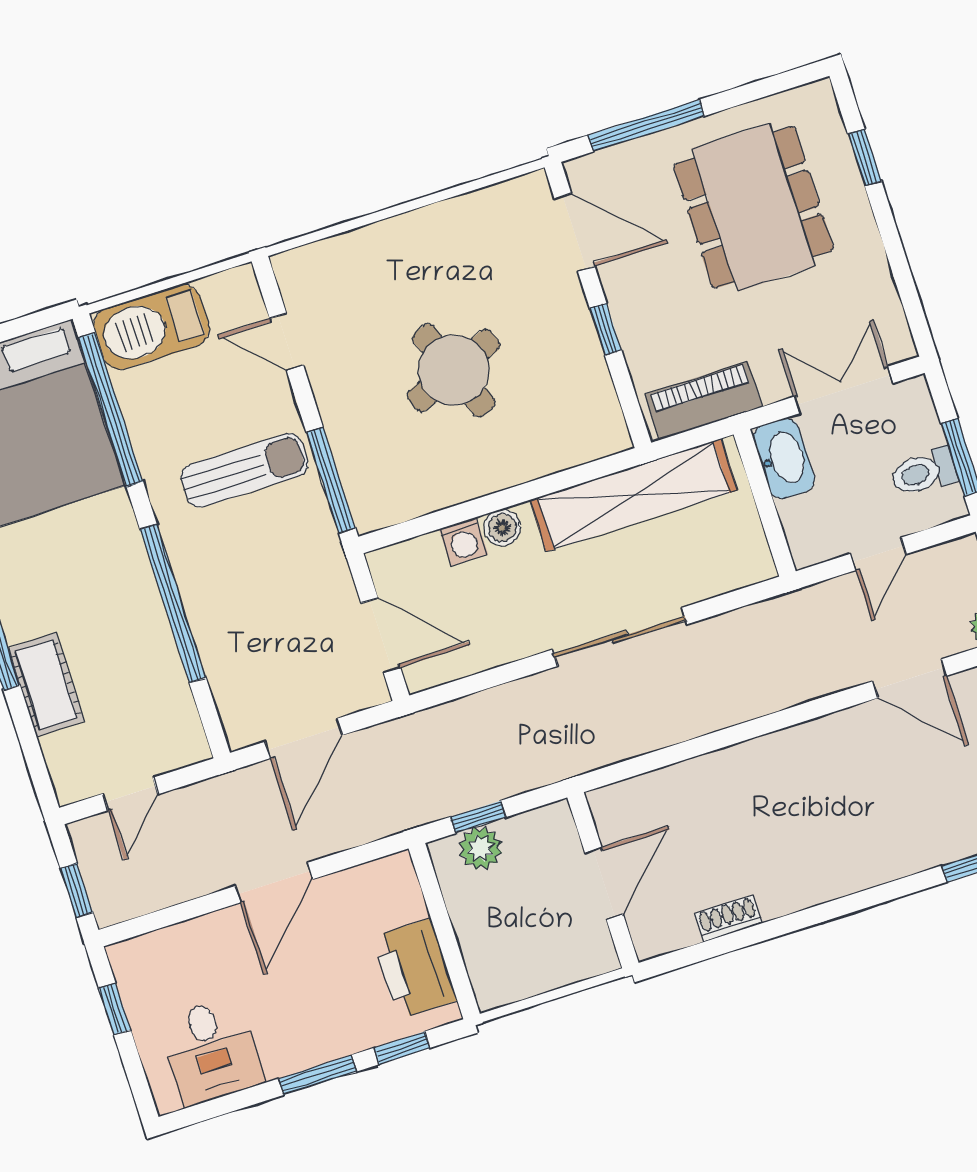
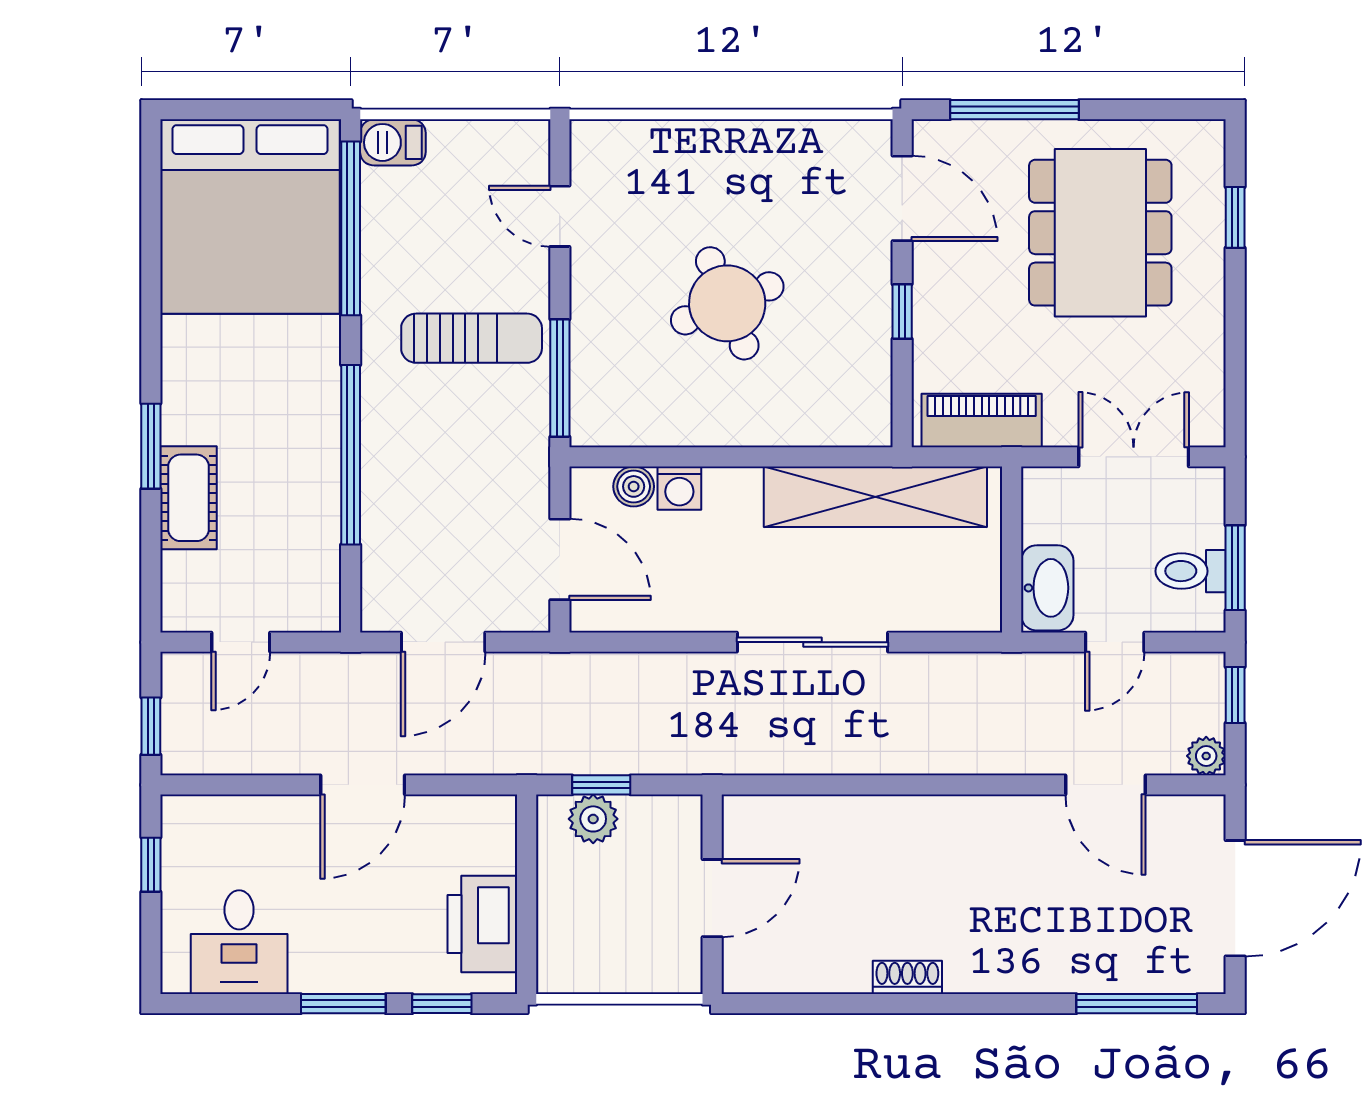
barbecue: (151, 327) -> (393, 142), width x0.53, depth x0.65
washbasin: (784, 458) -> (1047, 588), moved
boiler: (502, 528) -> (634, 486), moved
shoe rack: (728, 918) -> (907, 977), moved

